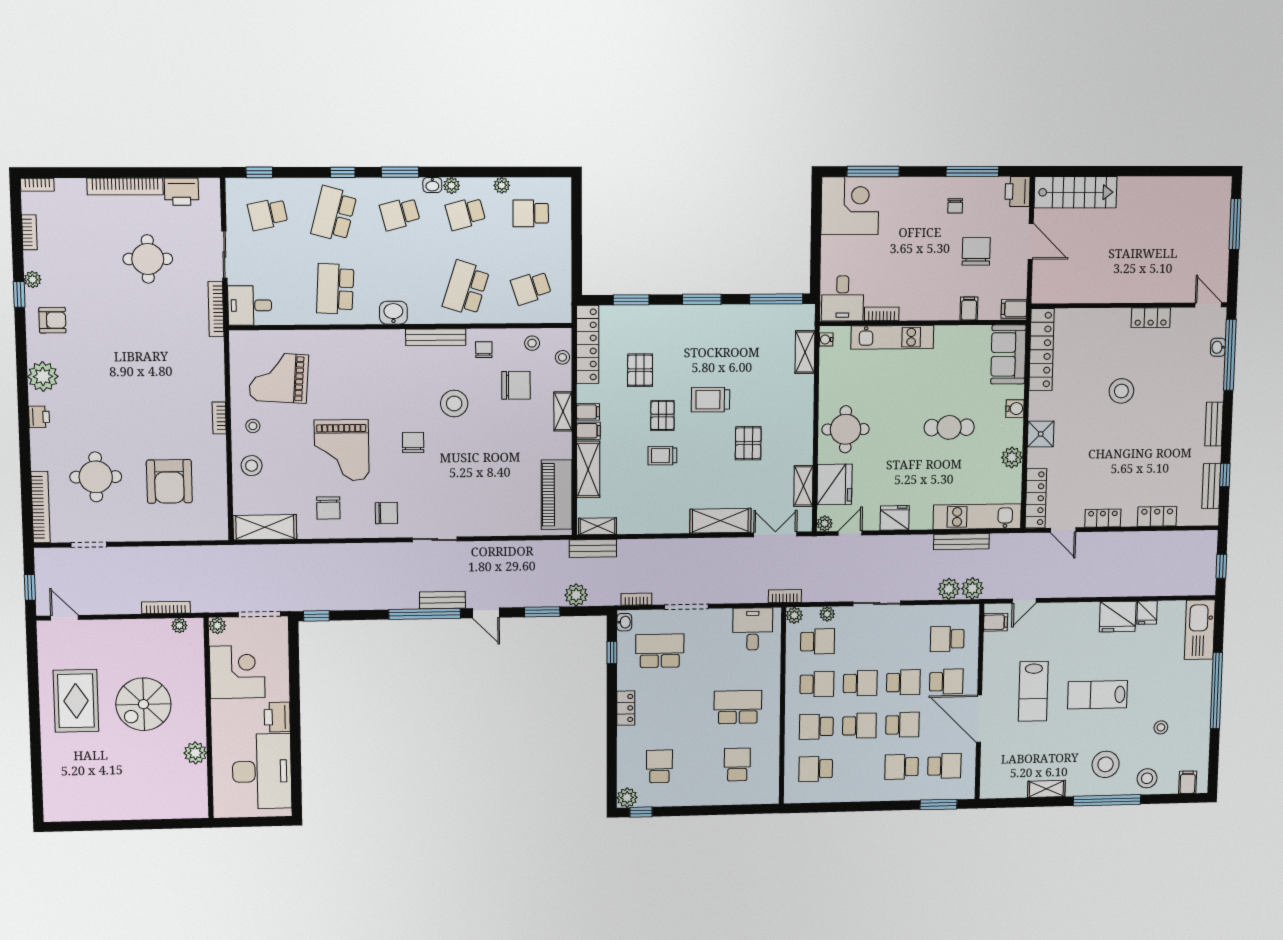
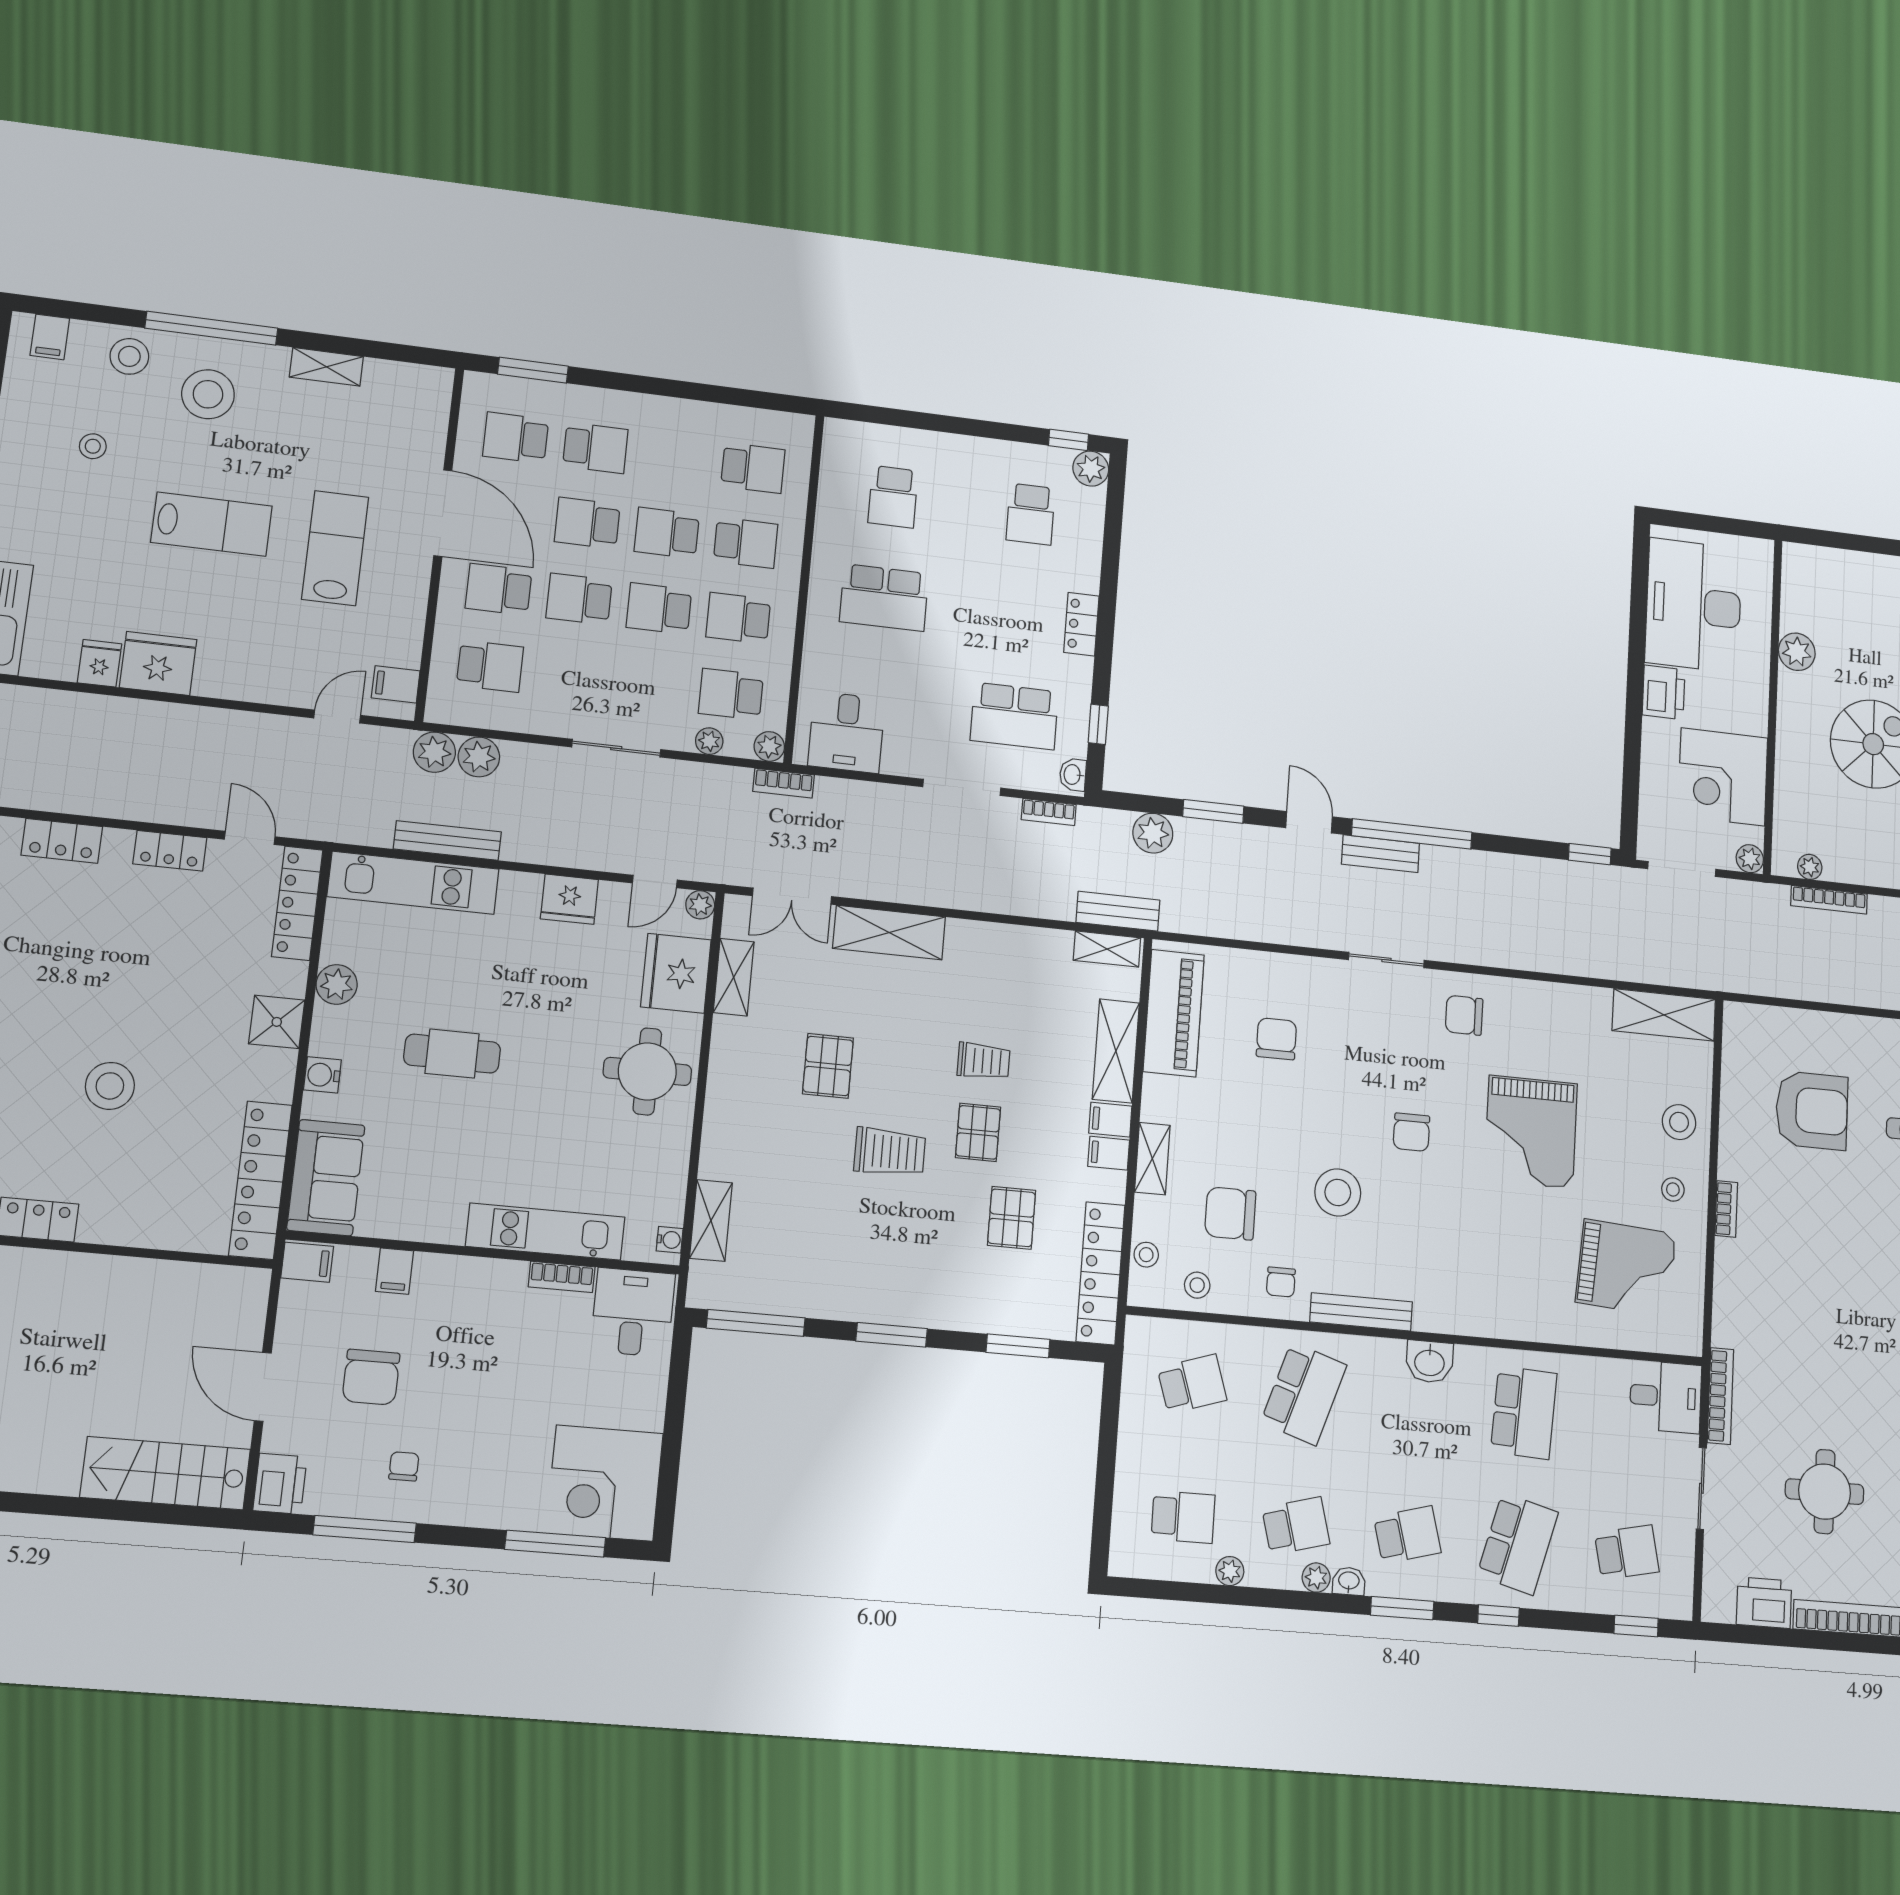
grand piano: (342, 450) -> (1531, 1132), turned 180
armchair: (169, 481) -> (1812, 1110), turned 90
chair: (328, 508) -> (1276, 1039), moved

